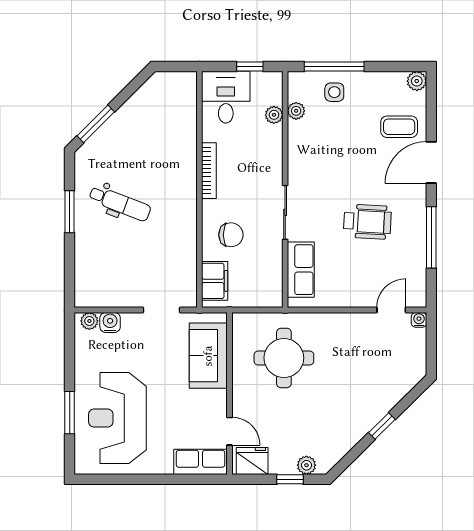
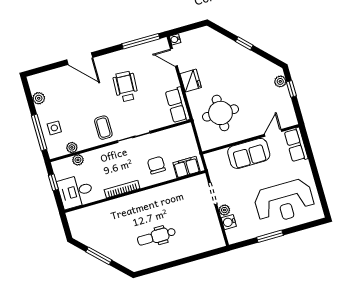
plant: (417, 81) -> (39, 98), moved
window: (96, 124) -> (99, 256), moved
coffee table: (399, 127) -> (103, 128), moved
dental chair: (120, 203) -> (156, 236), turned -111
window: (70, 212) -> (170, 265), removed
window: (431, 237) -> (141, 41), moved
row of seats: (301, 270) -> (177, 105), moved, turned -90
plant: (89, 321) -> (224, 210), moved
sofa: (208, 356) -> (249, 153), moved
window: (70, 413) -> (270, 236), moved
fridge: (252, 461) -> (191, 81), moved, turned 180

